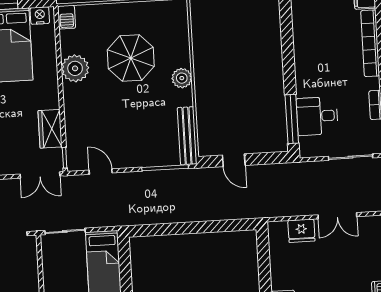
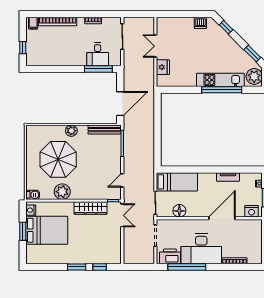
parasol: (131, 58) -> (58, 159), width x1.36, depth x1.36
wardrobe: (50, 129) -> (91, 208), width x1.50
door: (234, 160) -> (120, 104), width x1.88
double door: (337, 216) -> (155, 46), swing flipped
floor lamp: (53, 274) -> (179, 211), added

